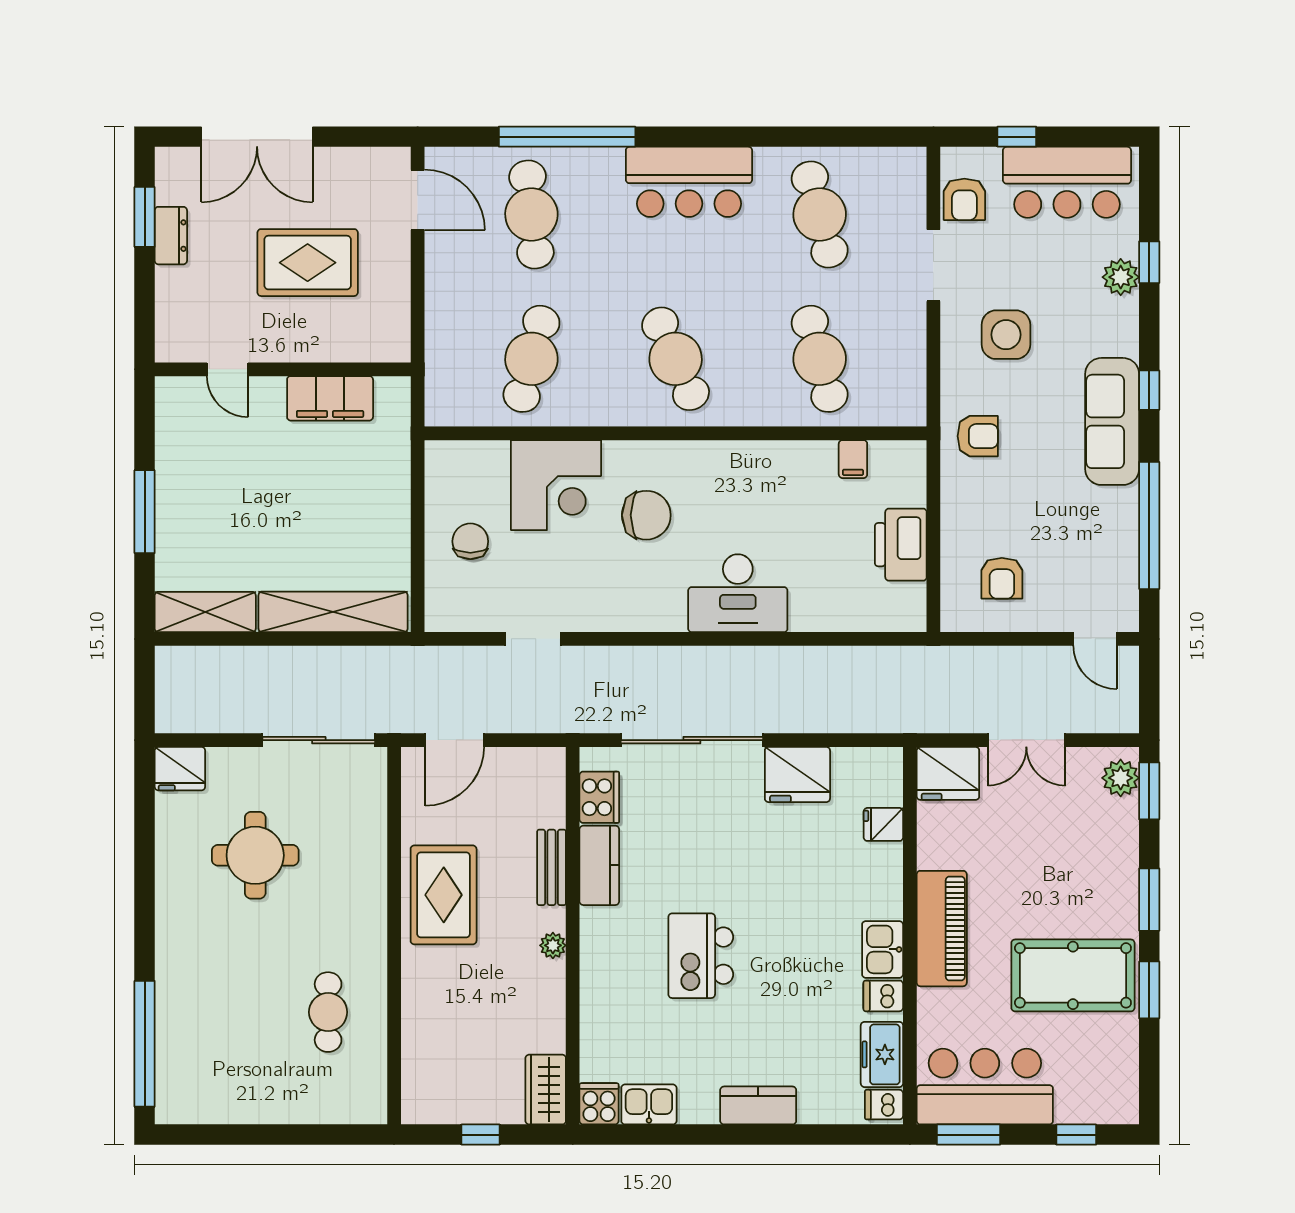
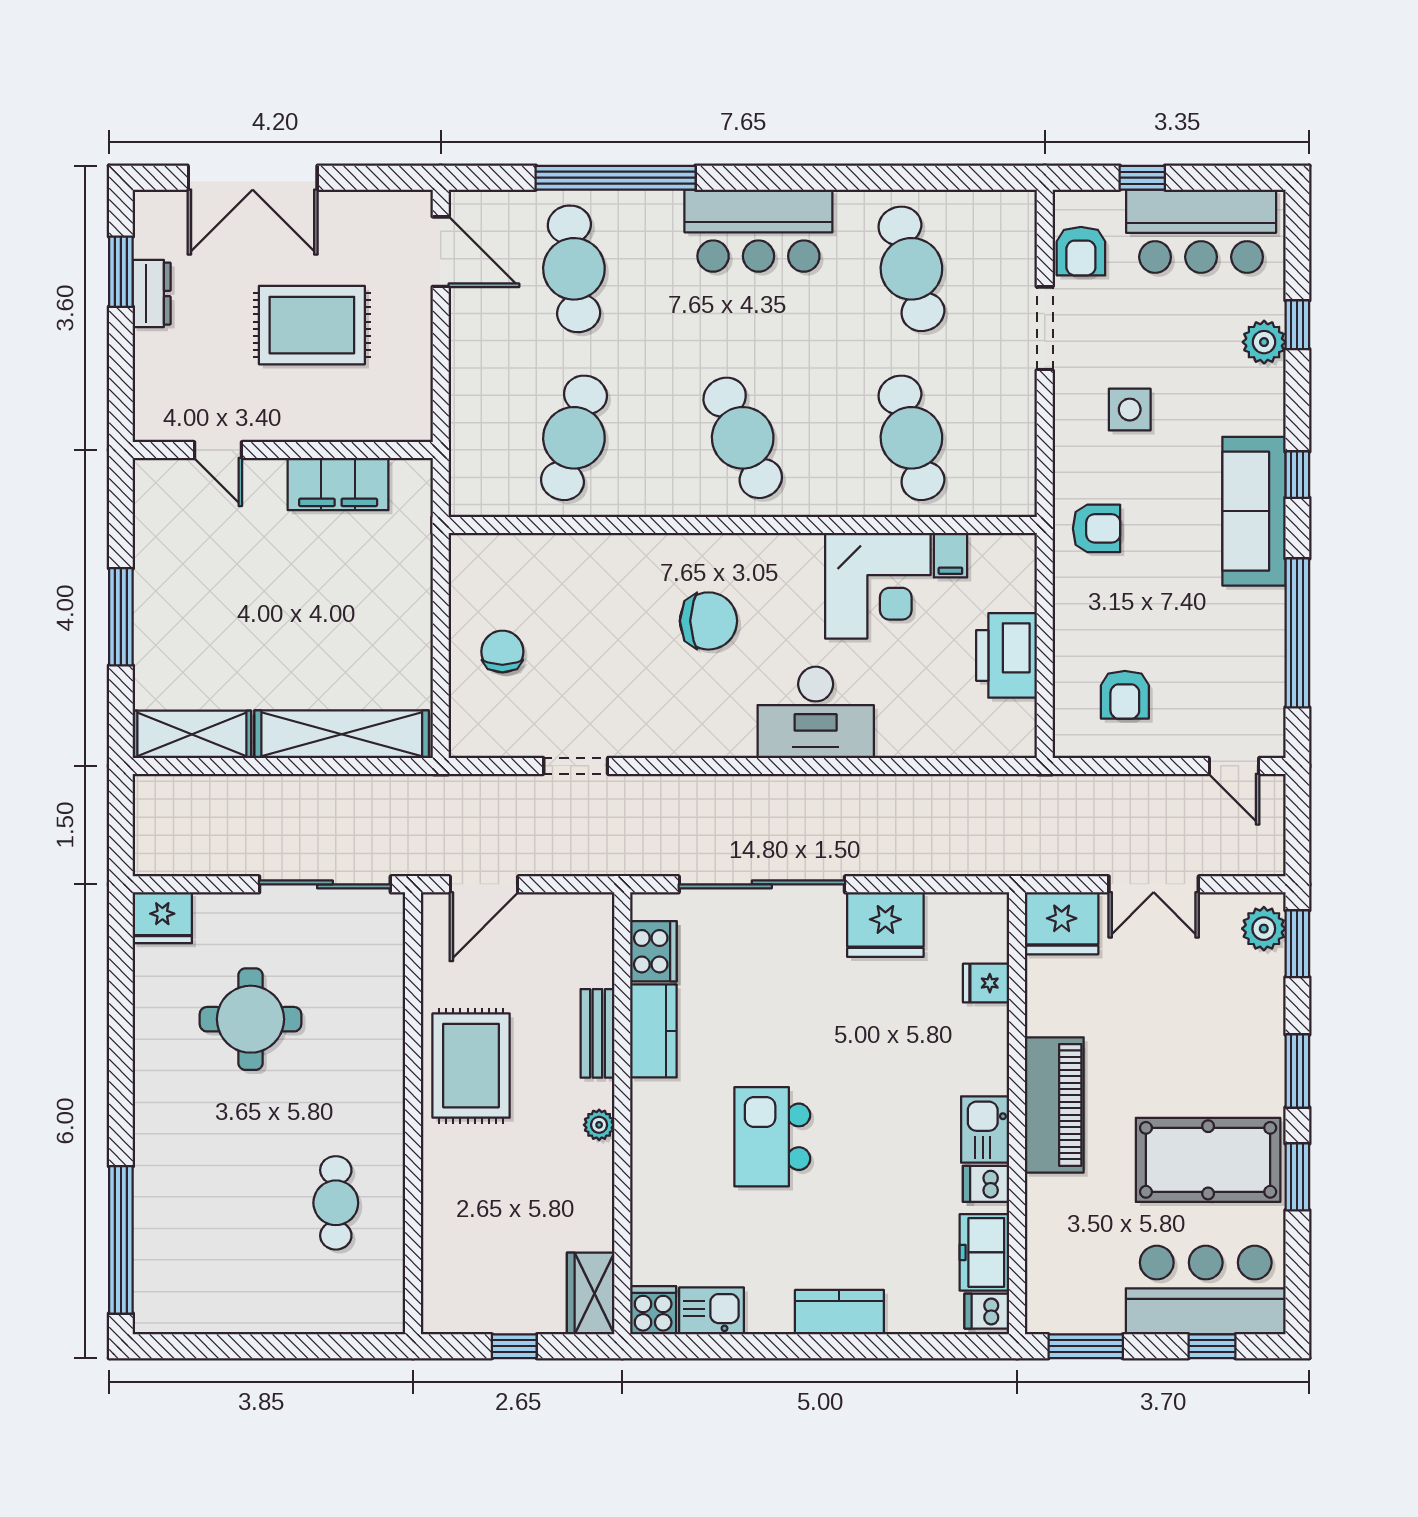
side table: (1006, 335) -> (1130, 410), width x0.73, depth x0.73
corner desk: (556, 485) -> (878, 586), moved
bar counter: (985, 1087) -> (1206, 1290), moved

